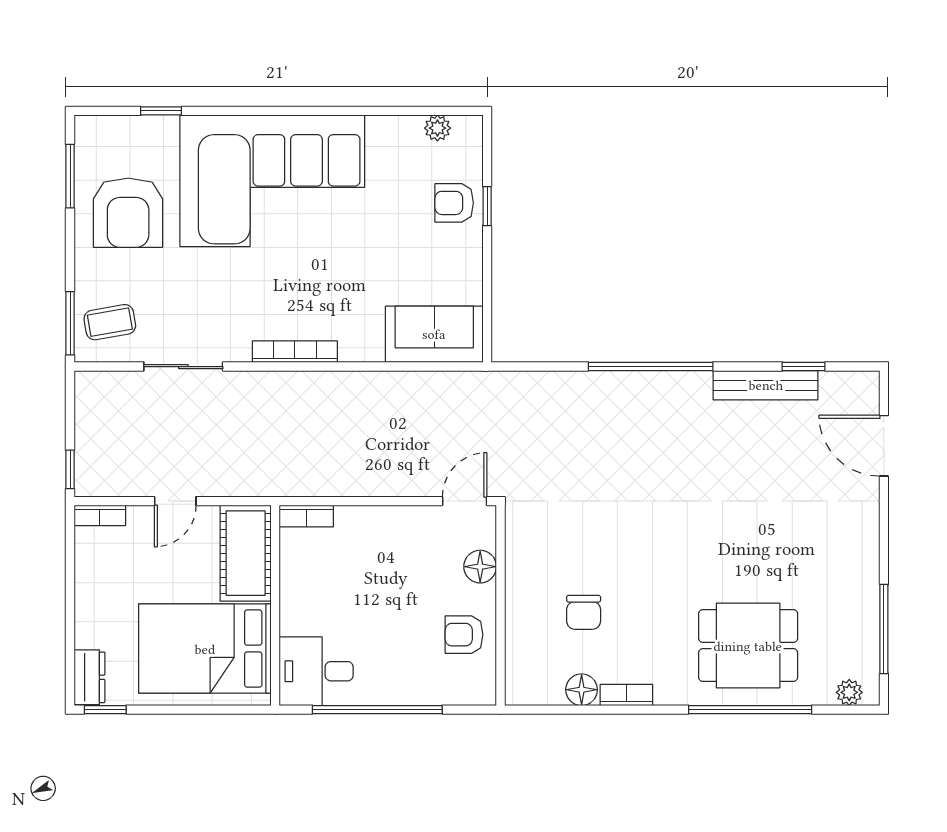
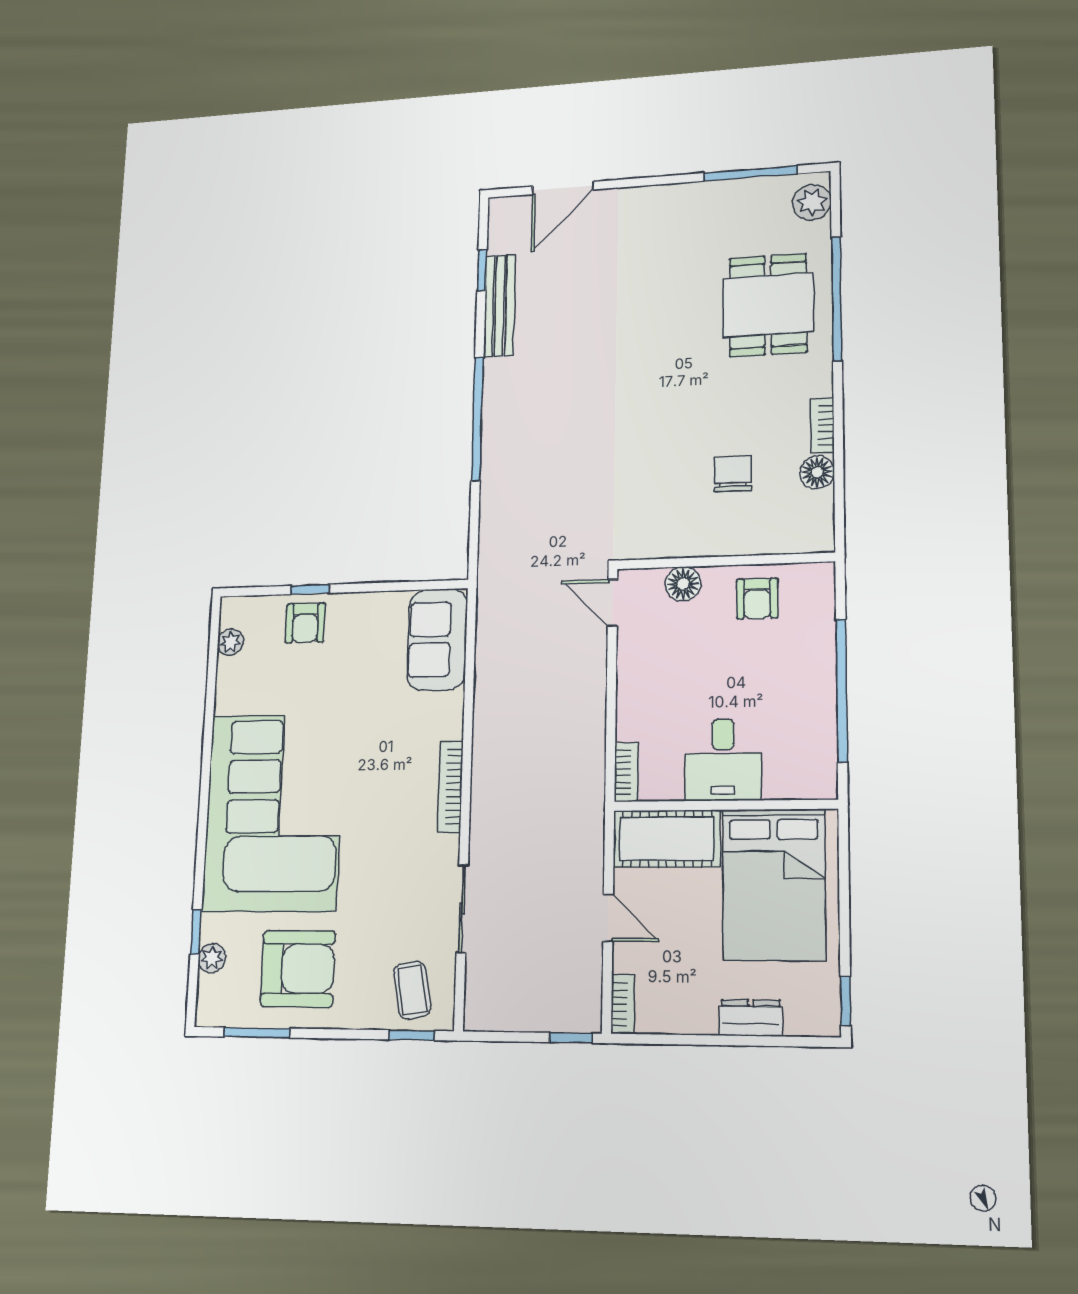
plant: (137, 128) -> (212, 958), added
window: (70, 323) -> (412, 1035), width x0.67
chair: (584, 612) -> (733, 474), turned -90
desk: (316, 671) -> (723, 760), moved
dresser: (90, 677) -> (751, 1018), moved
plant: (849, 692) -> (812, 202), width x1.38, depth x1.38

